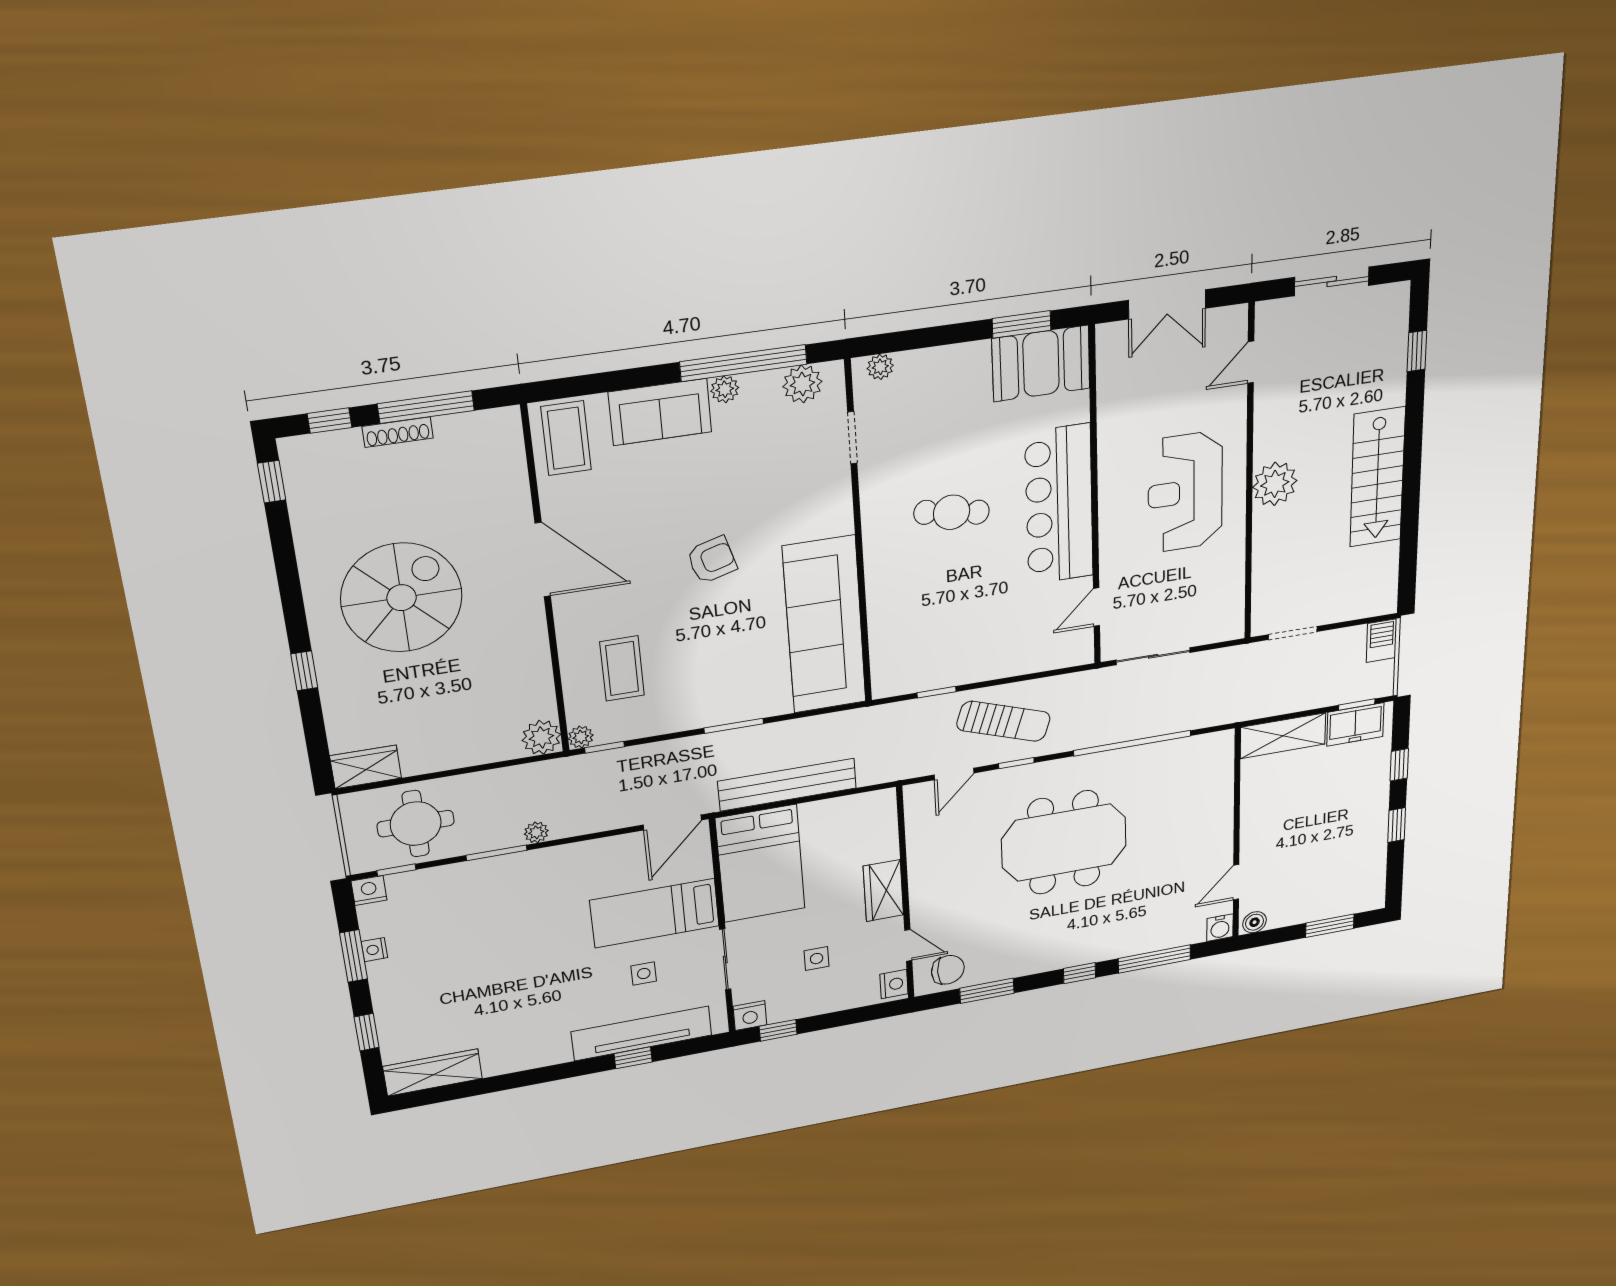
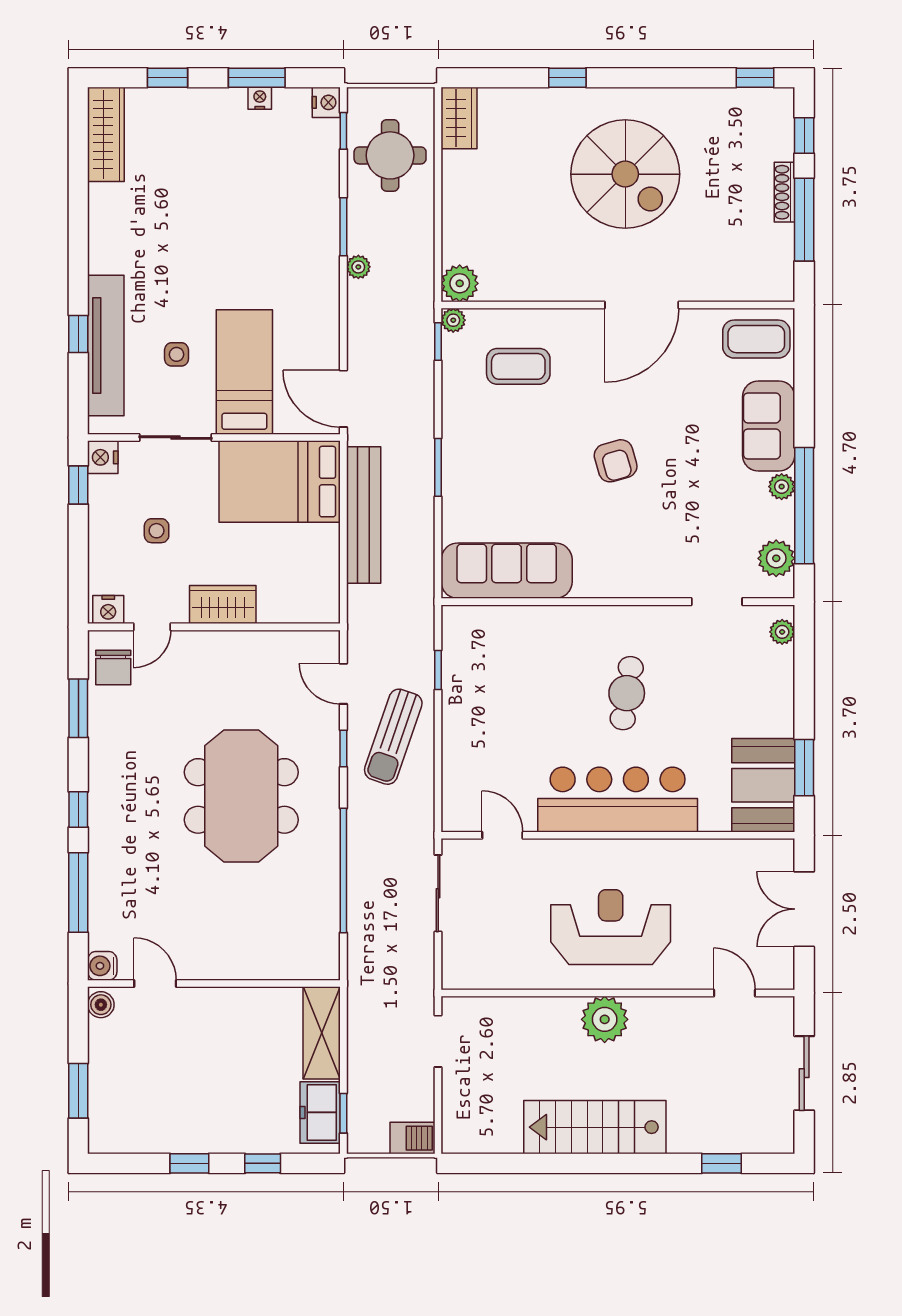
sofa: (824, 625) -> (507, 571), width x0.74, depth x0.79

